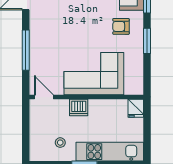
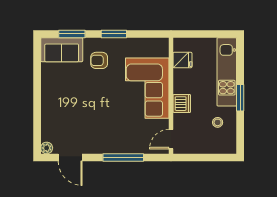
armchair: (121, 26) -> (99, 60), turned 90
fridge: (136, 108) -> (183, 60), moved

